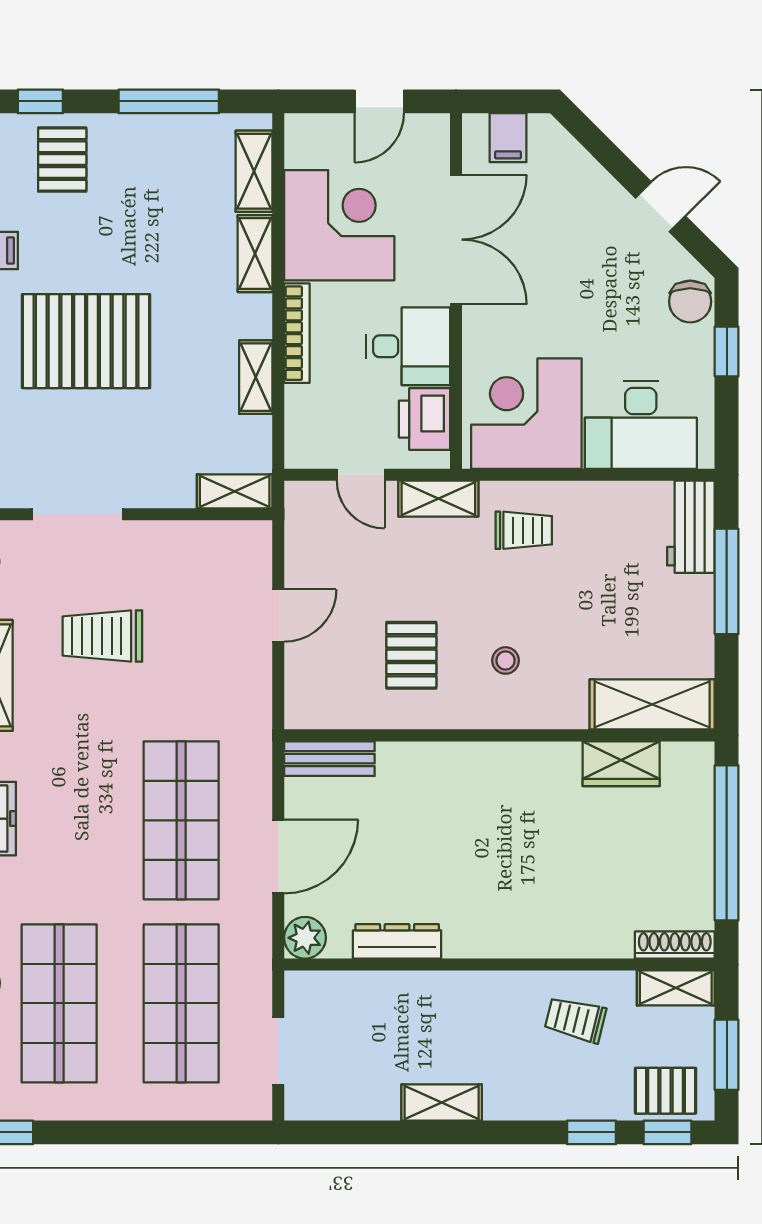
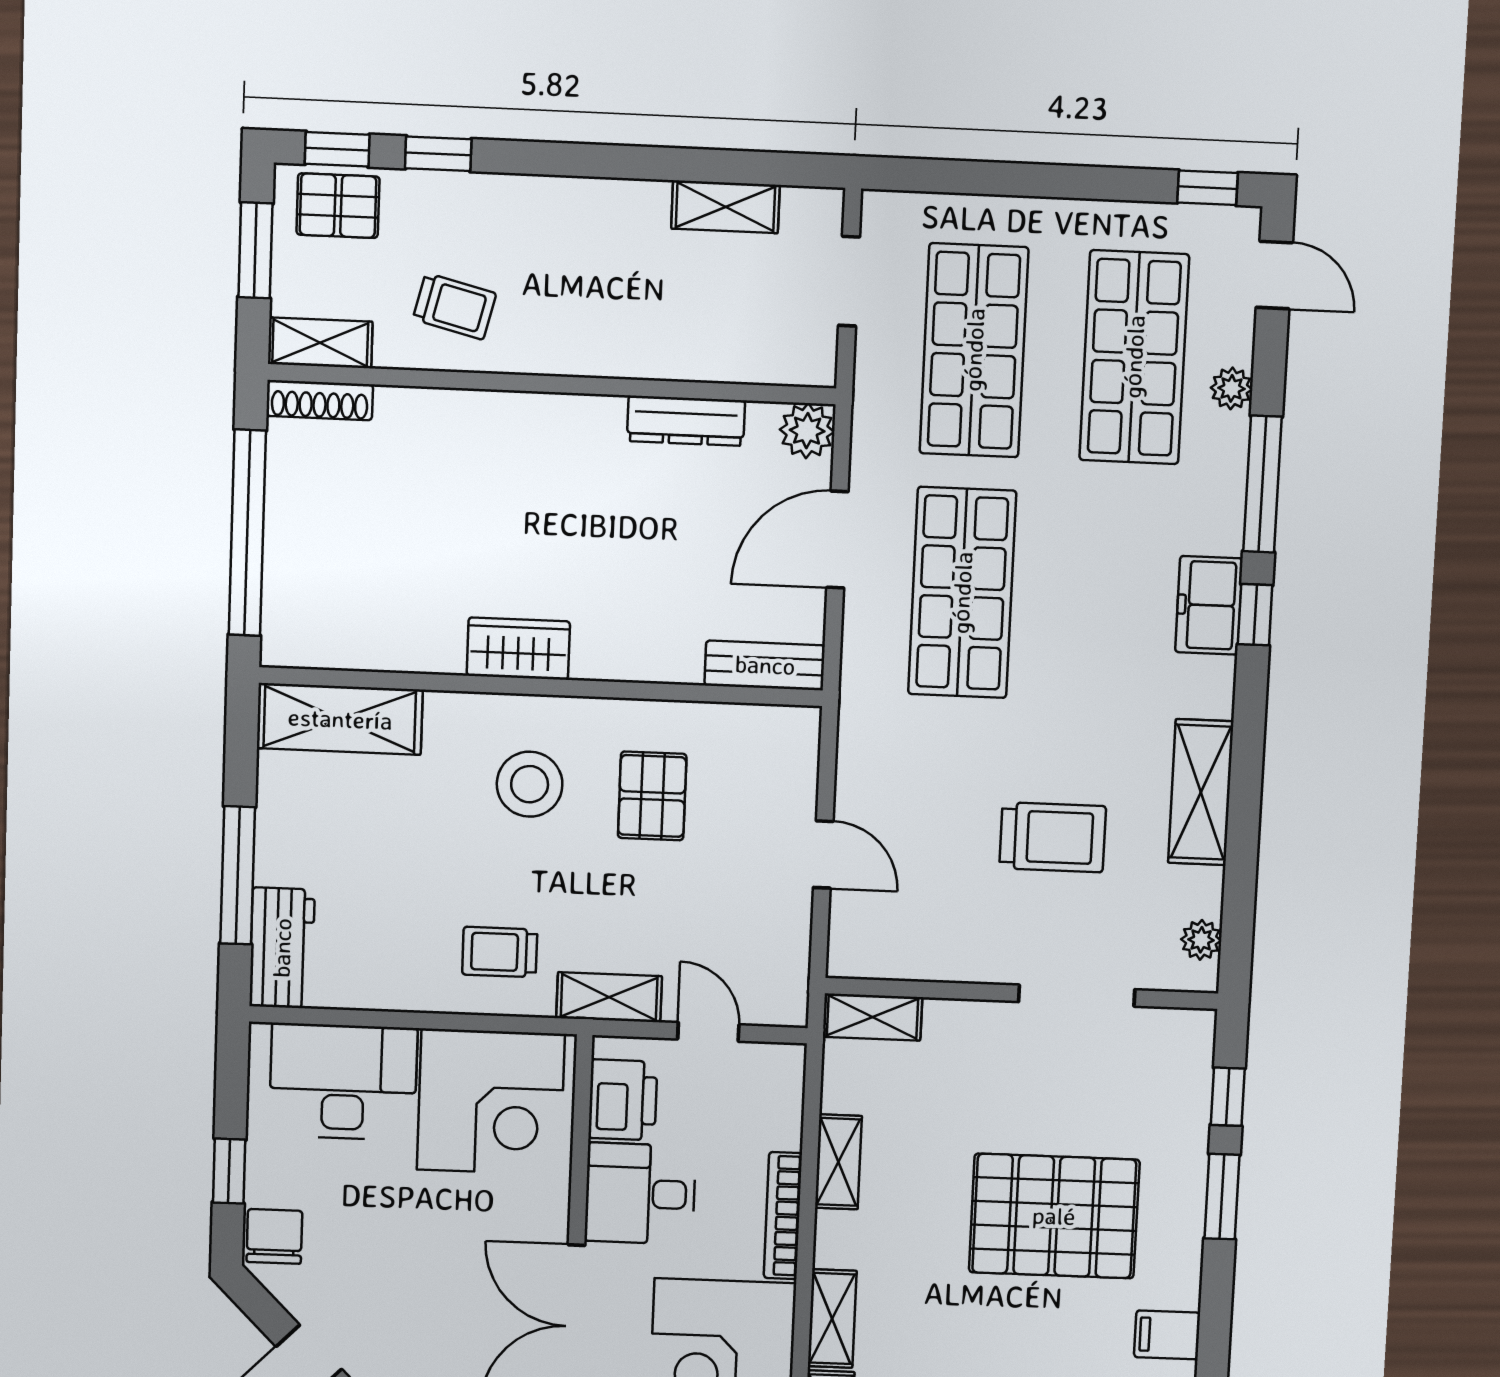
door: (278, 616) -> (823, 854), swing flipped
stool: (506, 660) -> (530, 784), width x1.89, depth x1.89
wardrobe: (621, 764) -> (518, 649), moved
shelving: (442, 1102) -> (725, 207), moved

